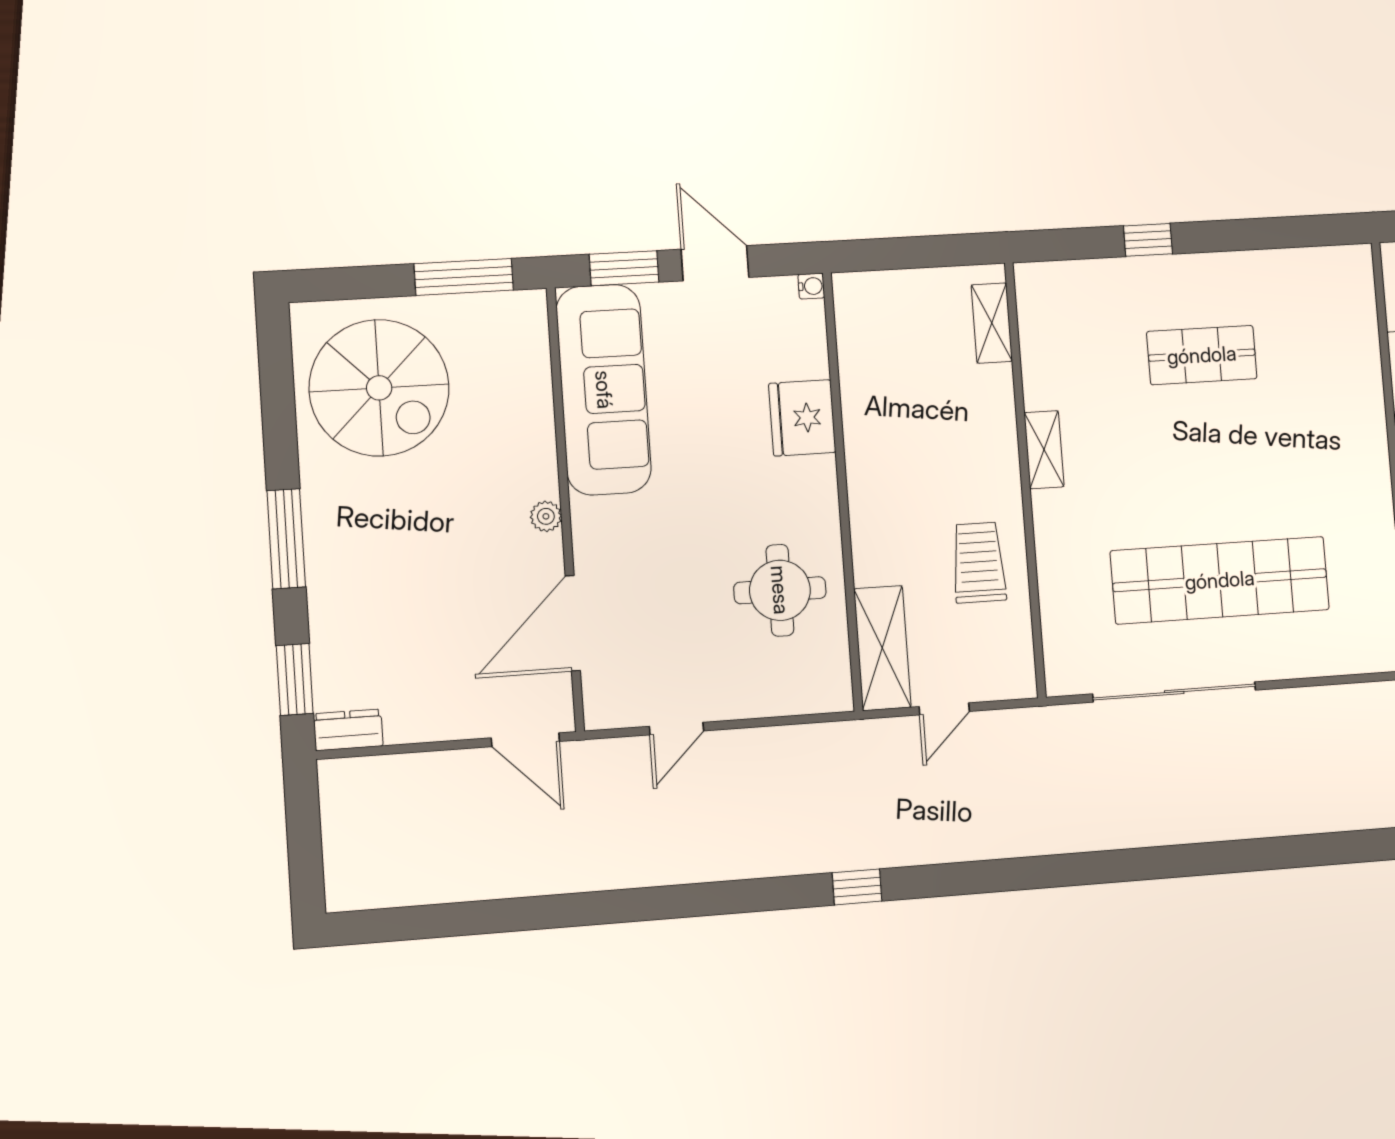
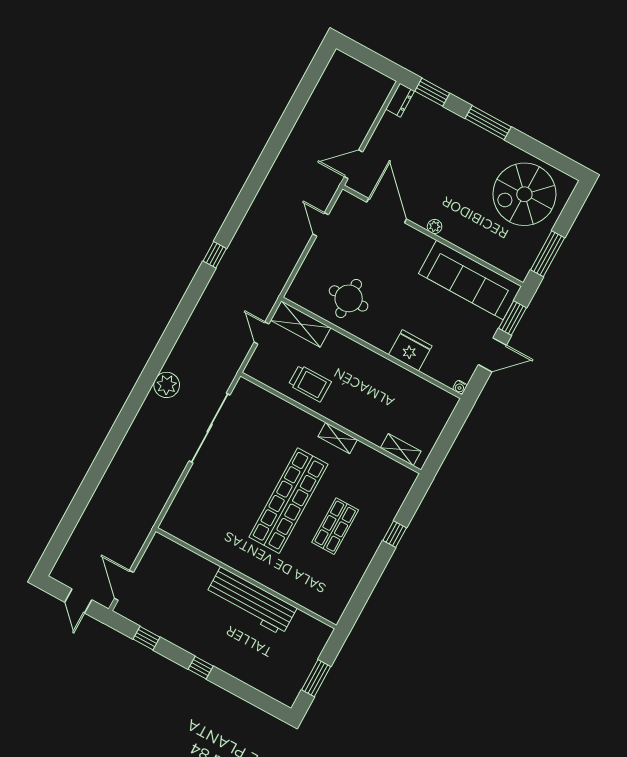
shop shelf: (1220, 580) -> (288, 501), moved
plant: (1148, 820) -> (167, 385), added

